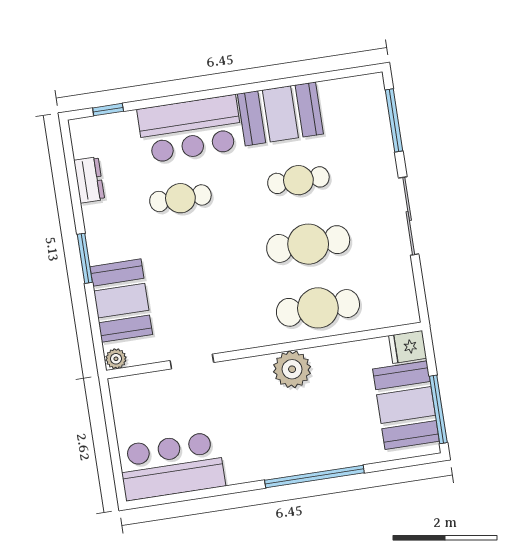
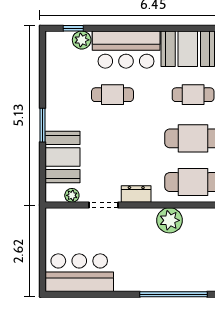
plant: (123, 125) -> (82, 40), added
dresser: (89, 180) -> (136, 194), moved, turned -90
plant: (116, 359) -> (72, 195), moved

